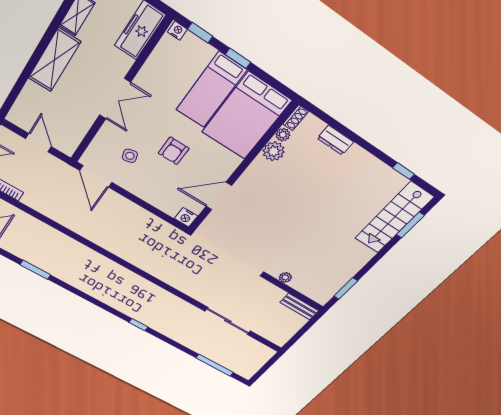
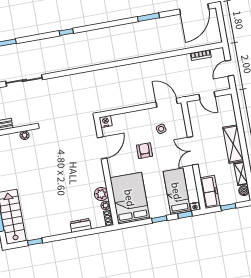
bed: (211, 90) -> (177, 191), moved

